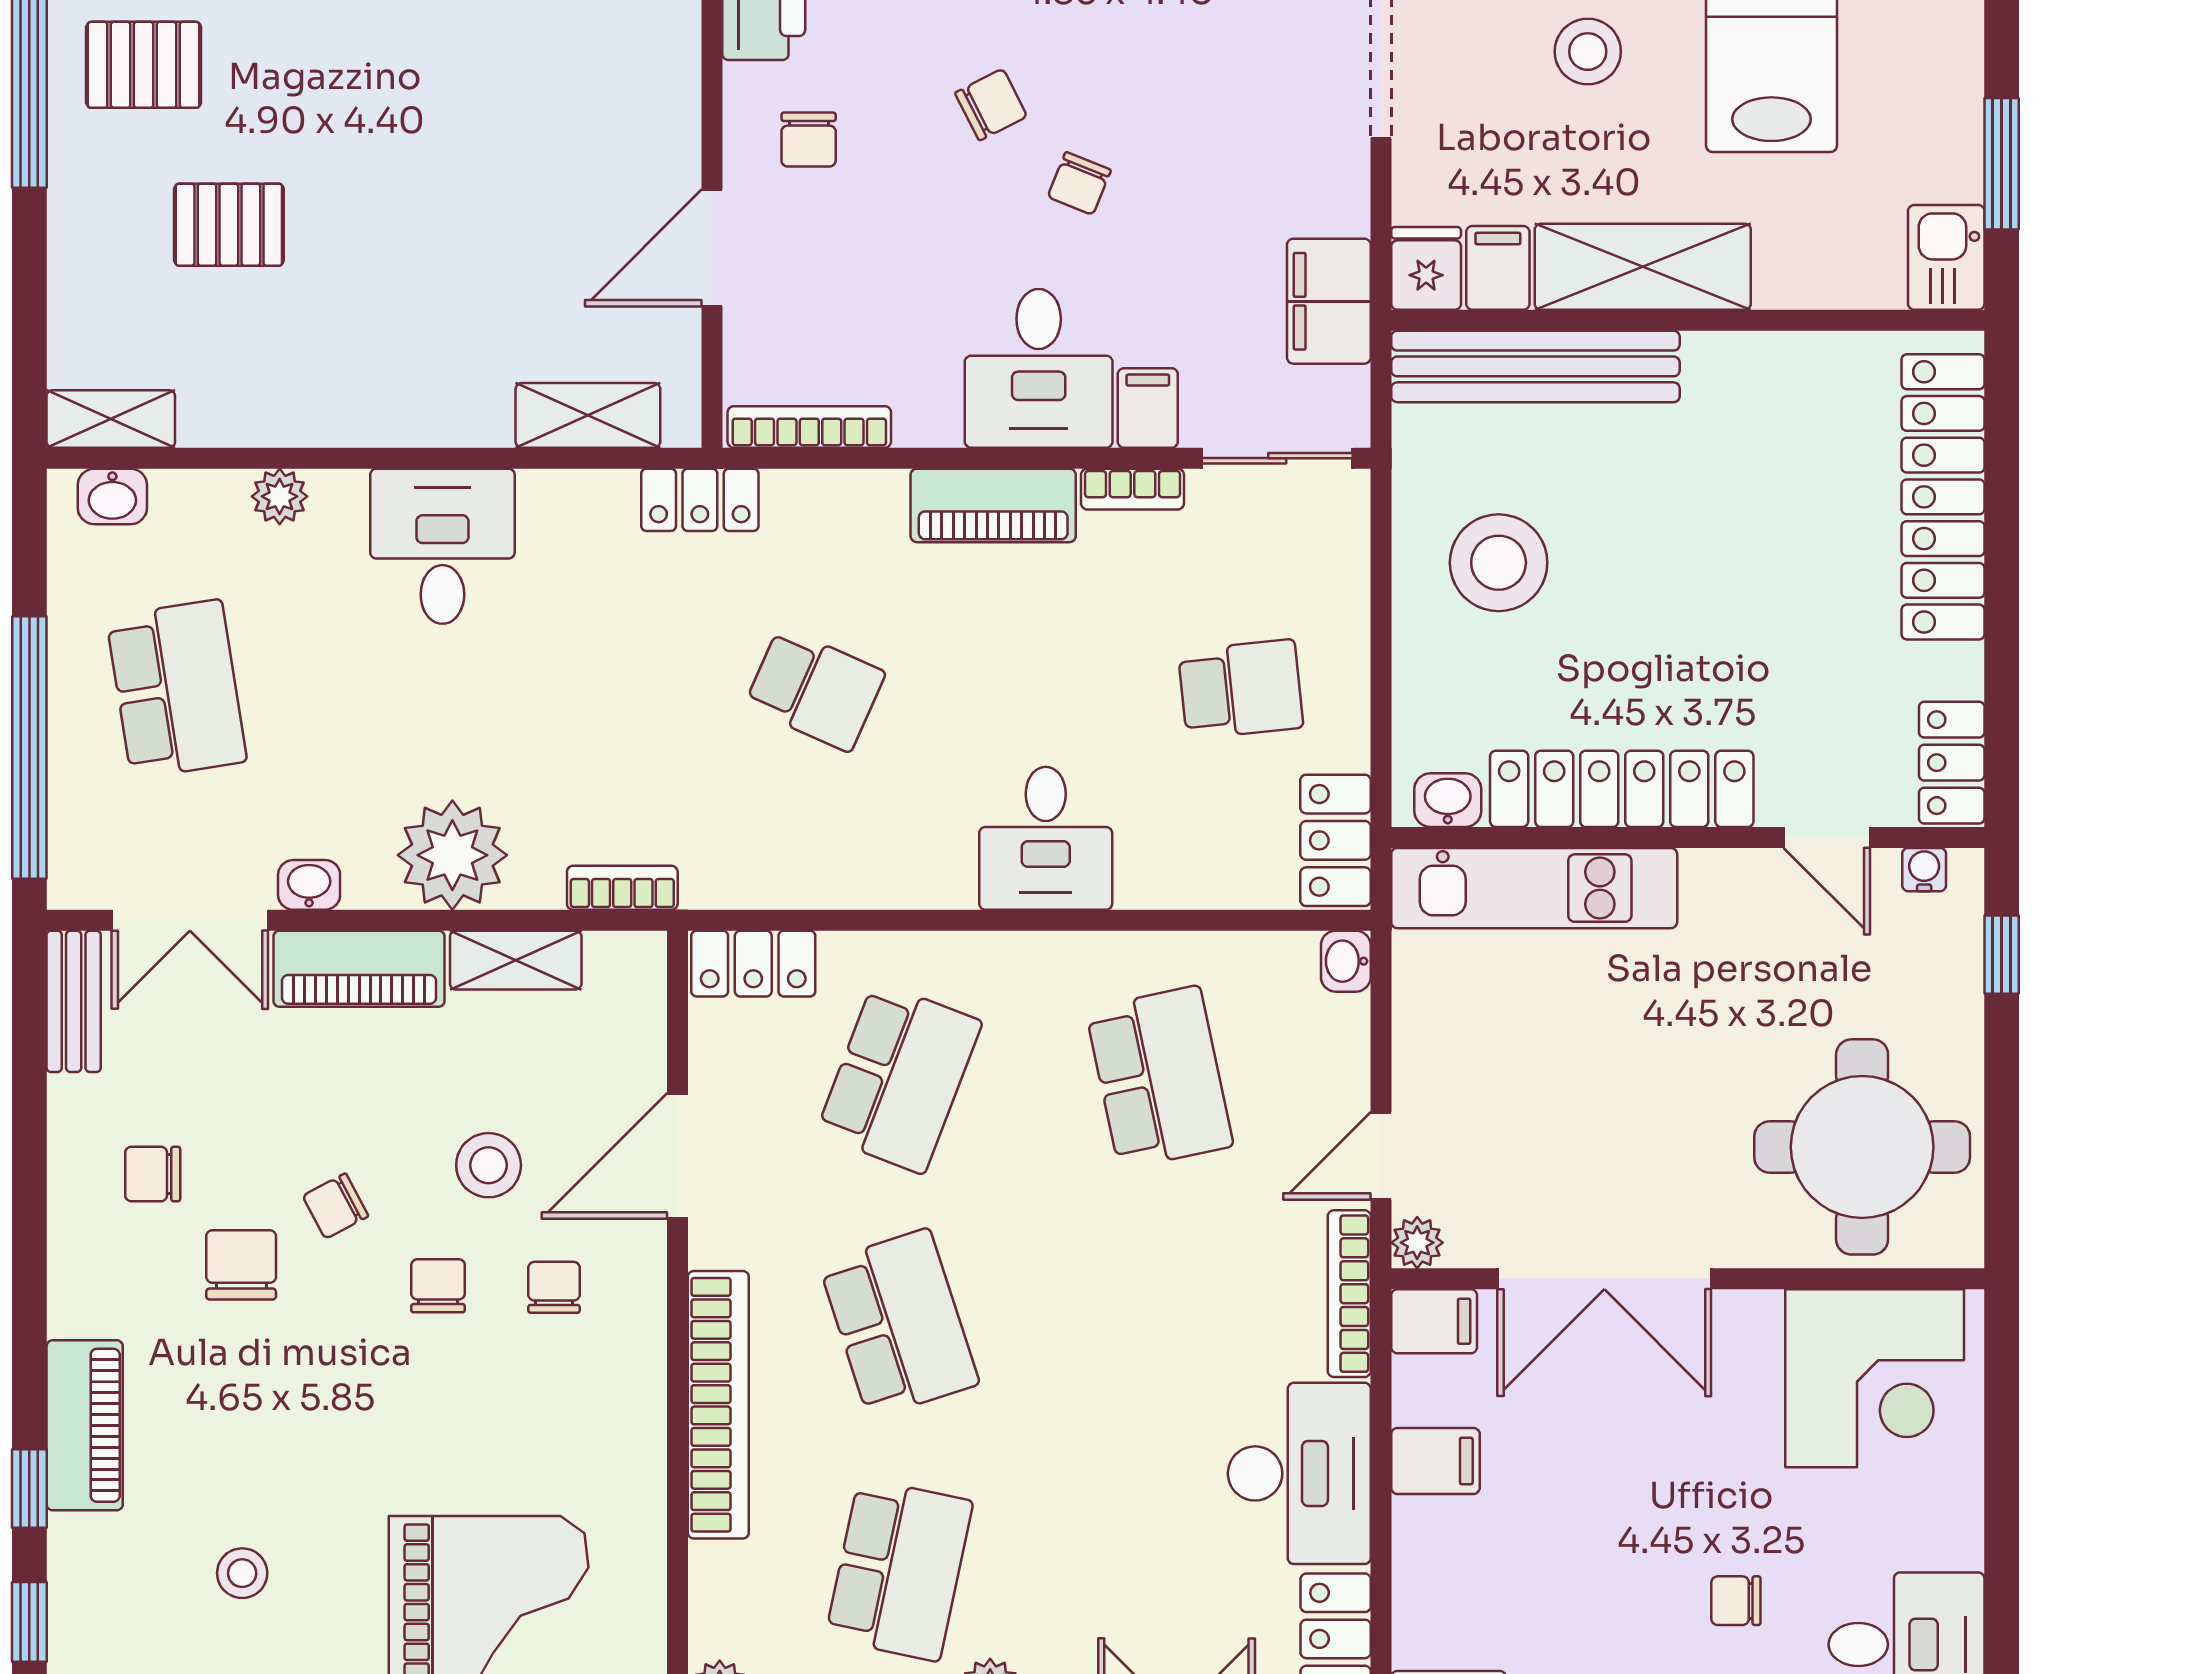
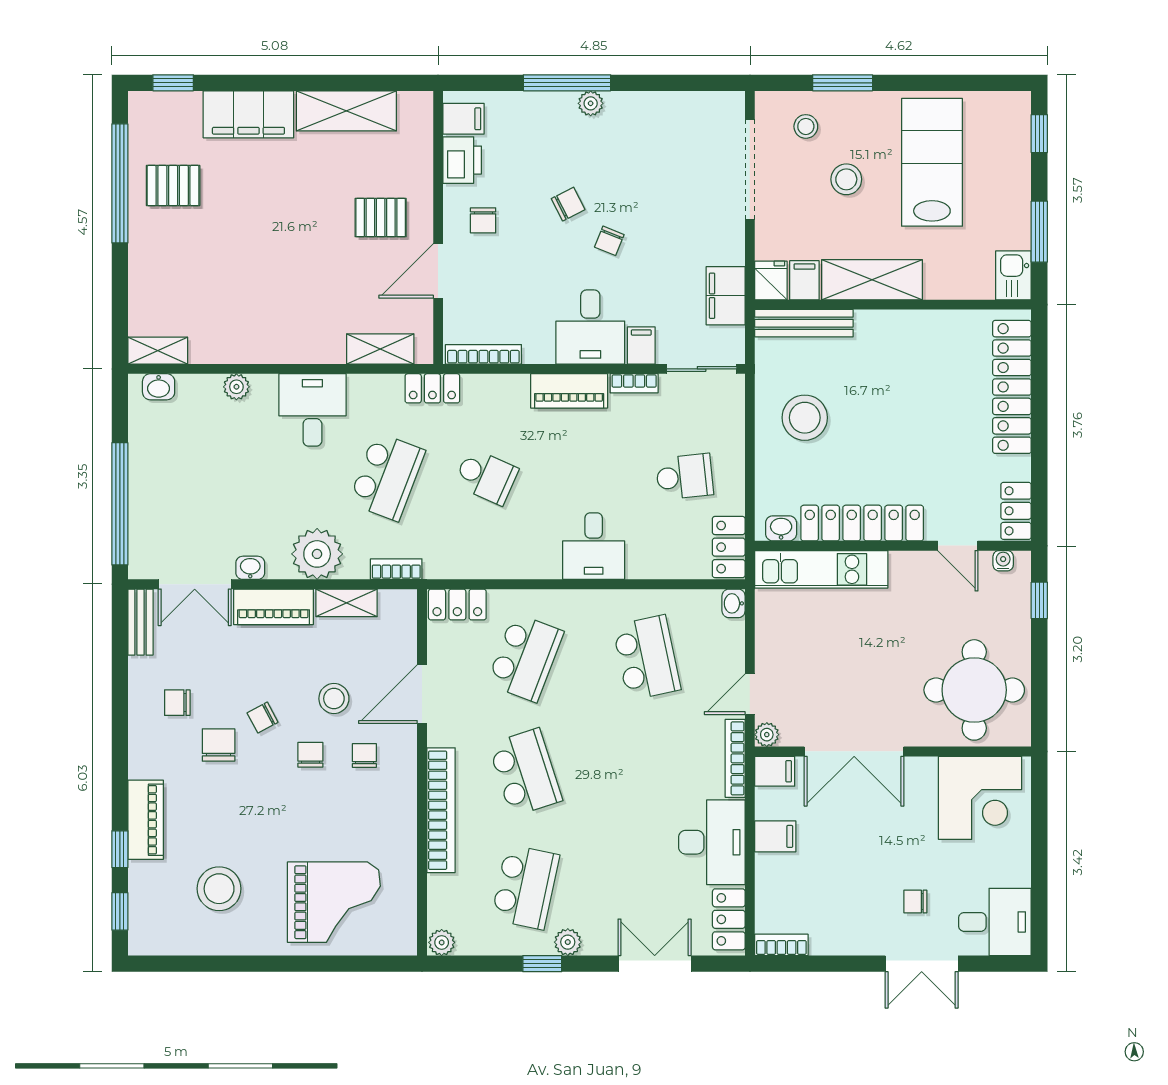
pallet: (229, 225) -> (381, 218), moved
bench: (1535, 366) -> (804, 323), width x0.73, depth x0.82
school desk: (177, 689) -> (387, 477), moved, turned 30
stool: (242, 1573) -> (219, 889), width x1.89, depth x1.89

